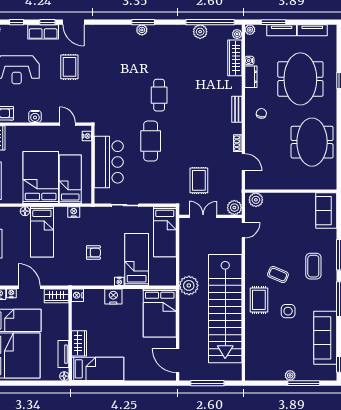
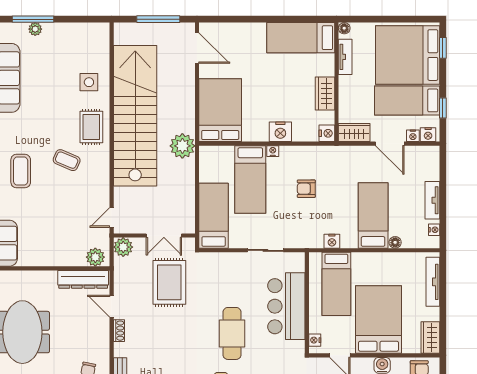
bed: (41, 177) -> (379, 319), moved, turned 180
rug: (199, 180) -> (169, 282), width x1.36, depth x1.43
dresser: (265, 183) -> (83, 279), added
side table: (288, 311) -> (89, 82), moved
wardrobe: (79, 343) -> (325, 93), moved
plant: (290, 375) -> (35, 29), moved

